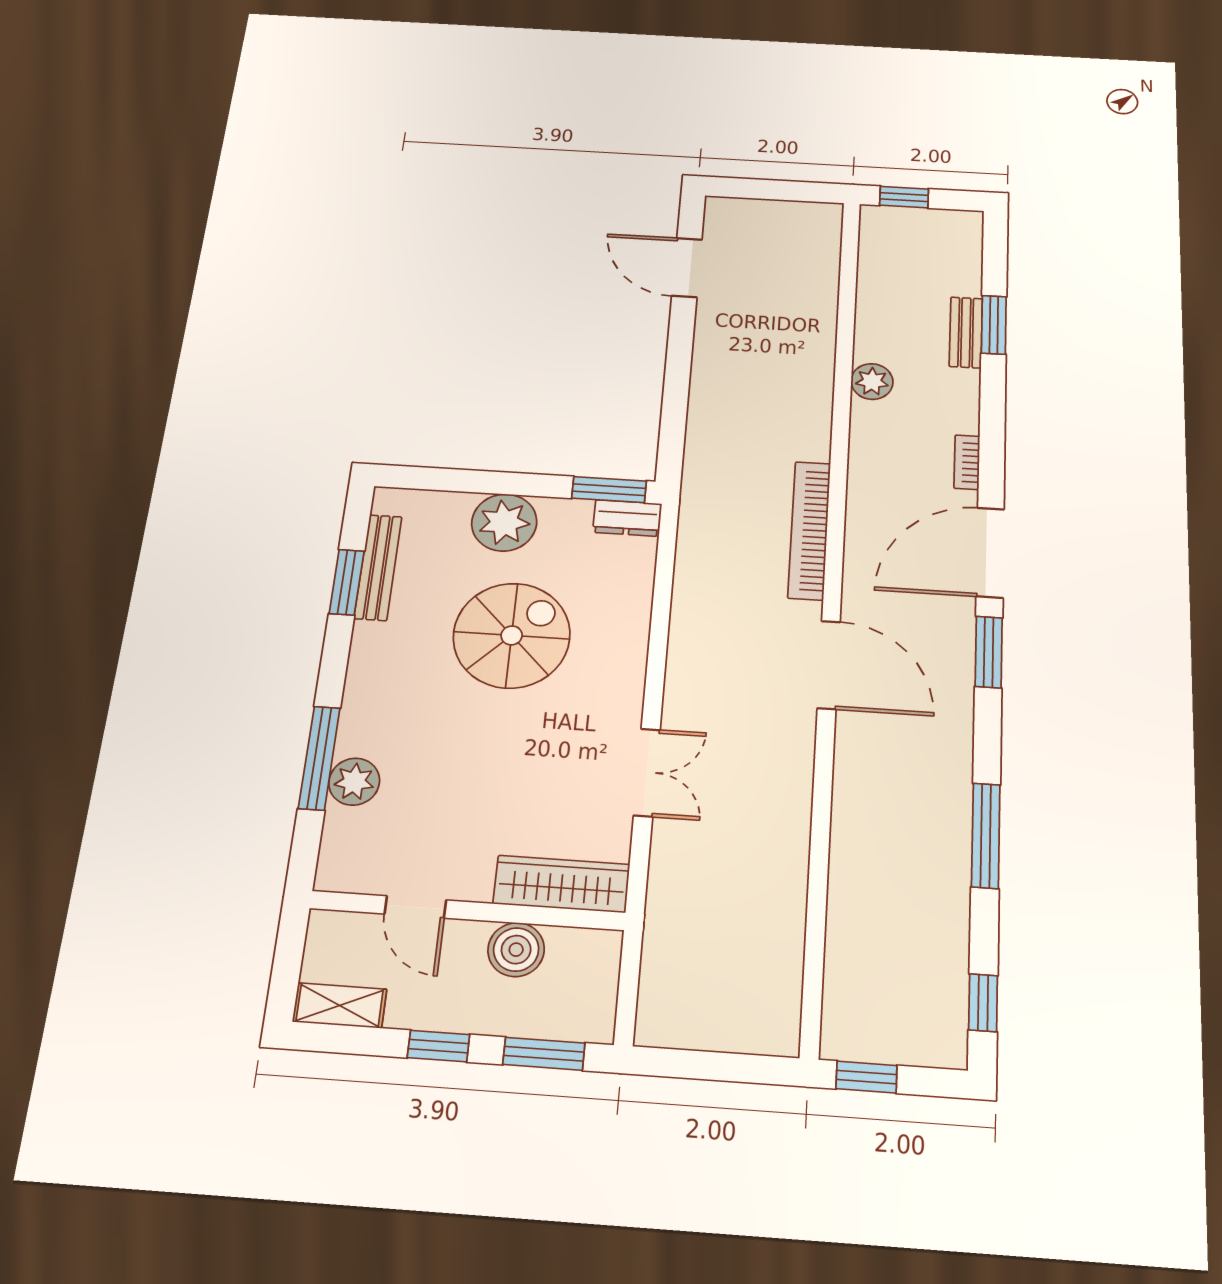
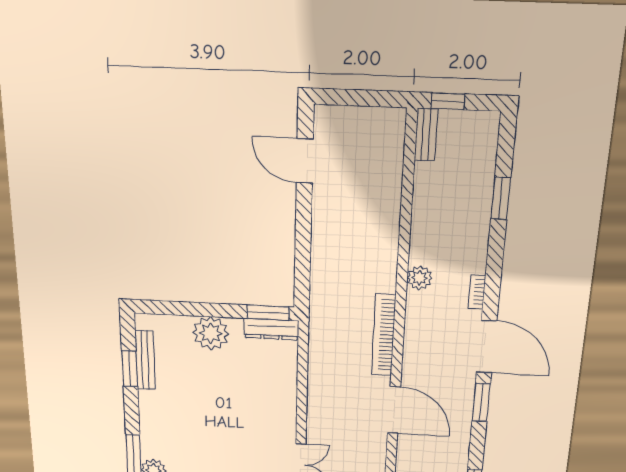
bench: (966, 332) -> (426, 135), moved
plant: (872, 381) -> (420, 278), moved
dresser: (627, 518) -> (271, 329), width x1.44
door: (990, 552) -> (486, 347), swing flipped
spiral stairs: (512, 635) -> (223, 396), removed

